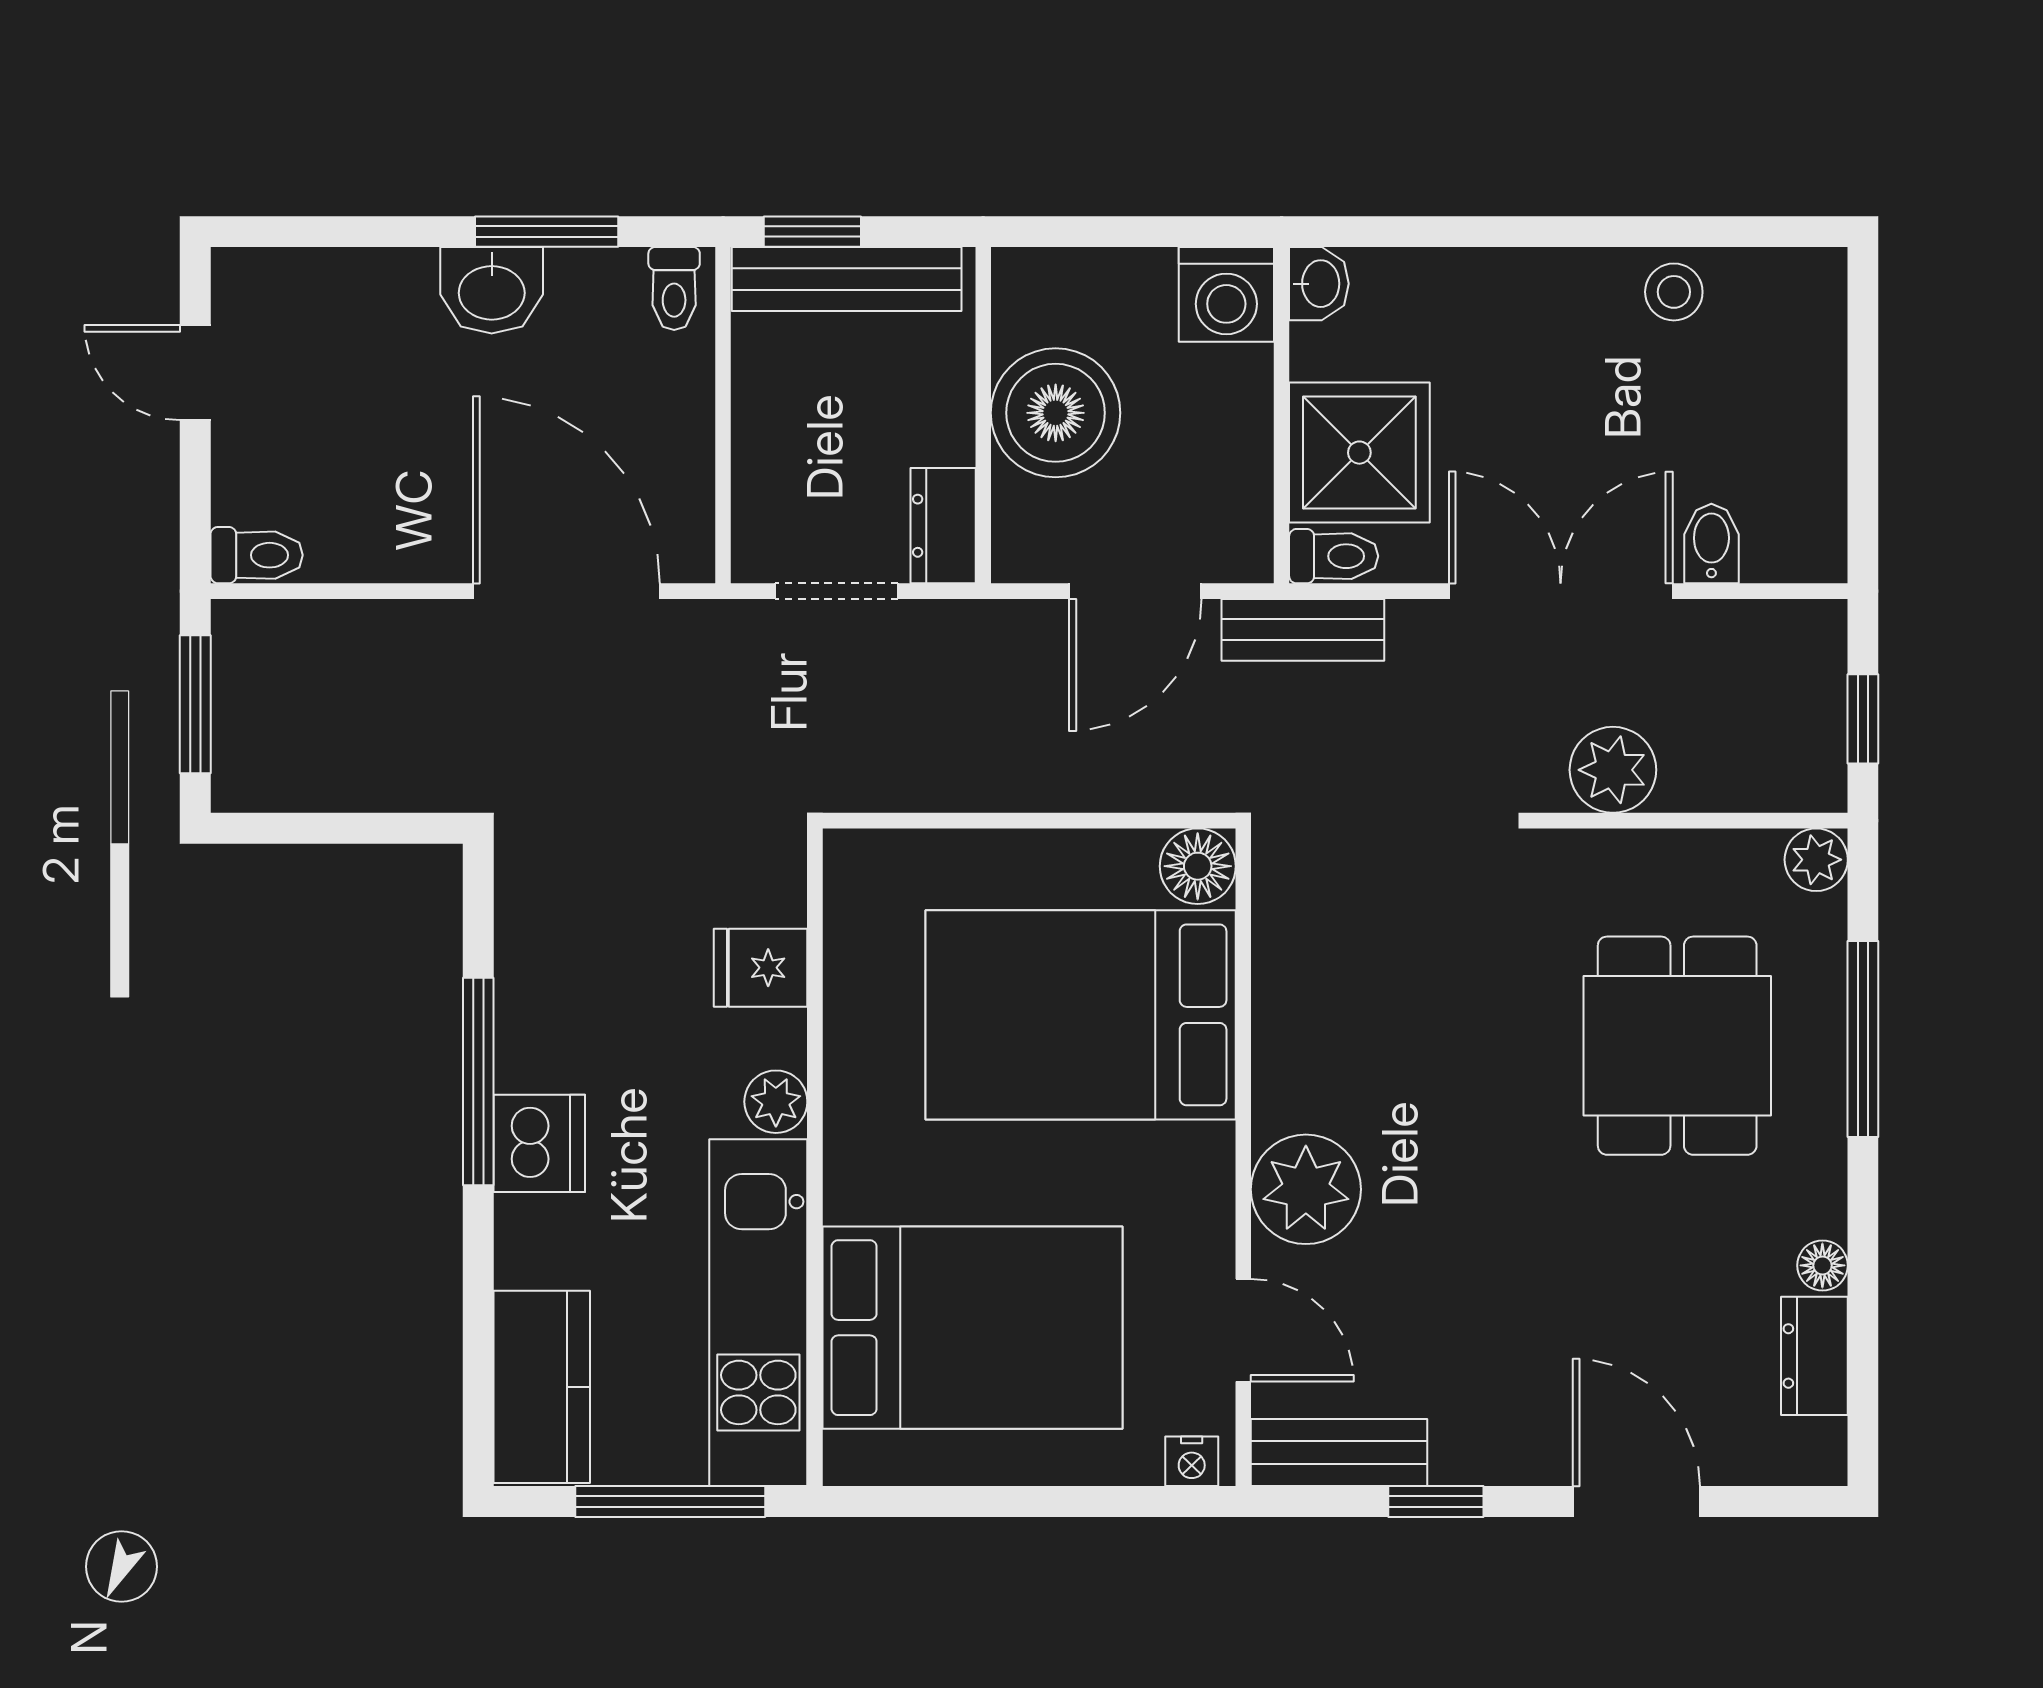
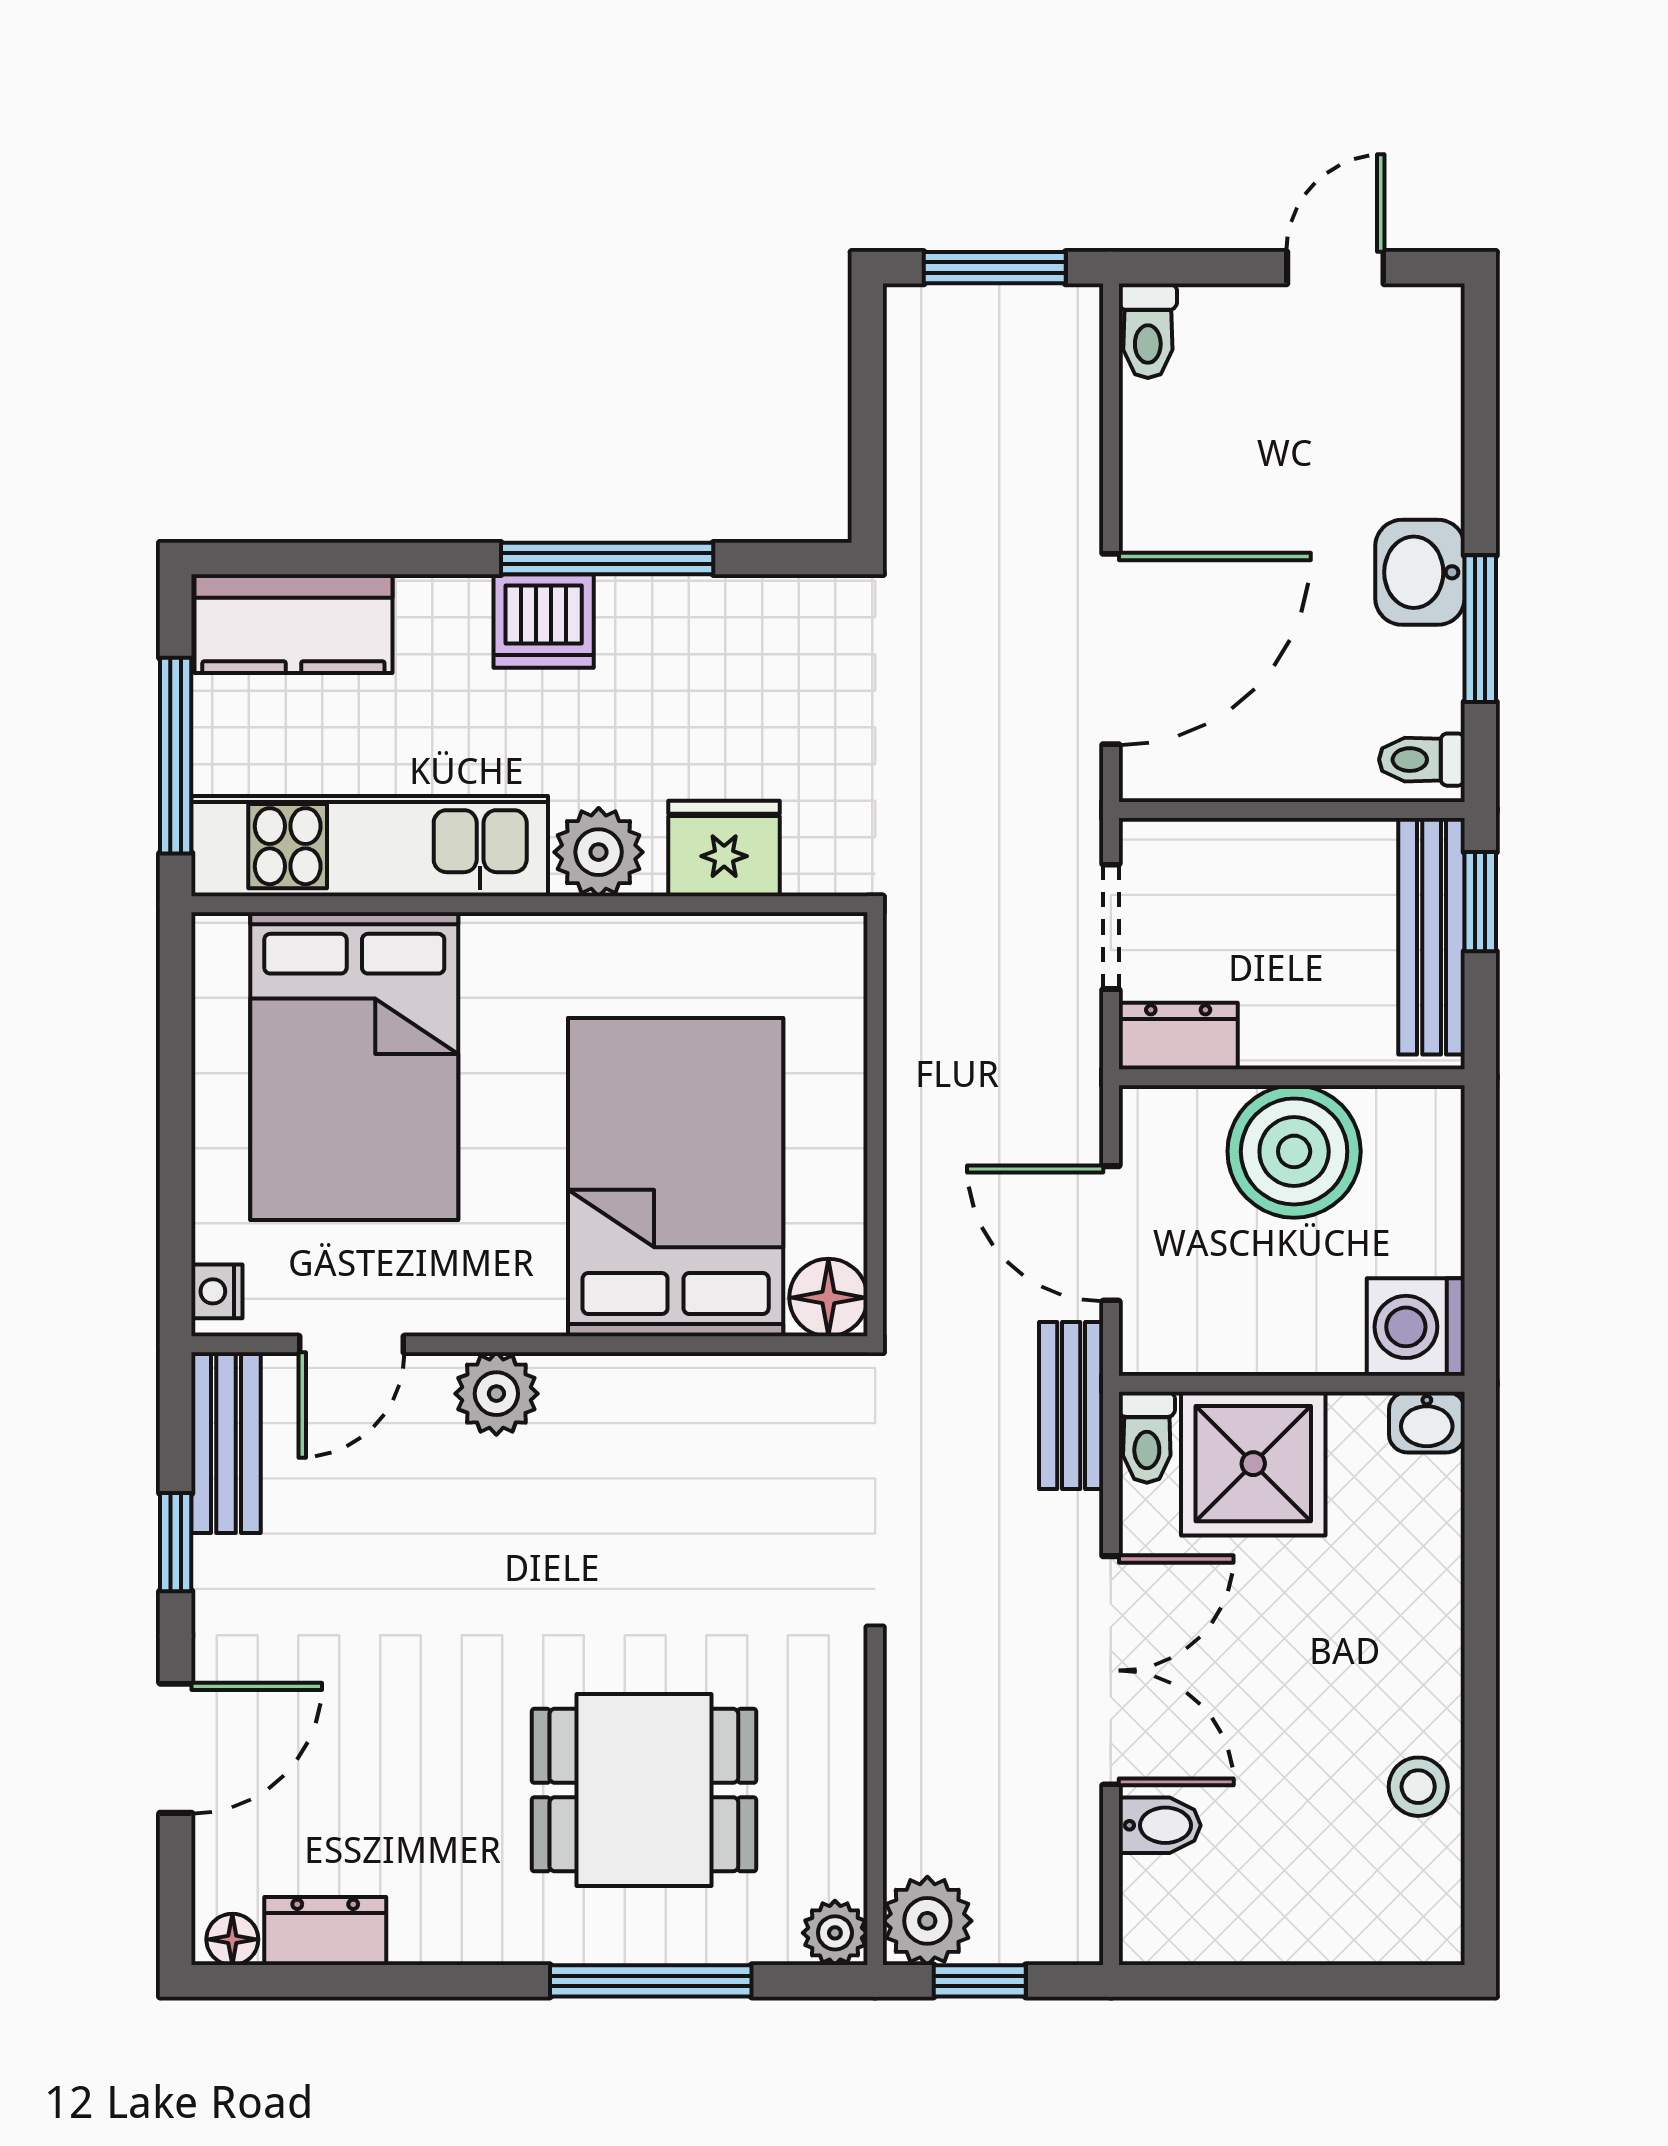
plant: (1613, 770) -> (927, 1921), moved
fridge: (761, 968) -> (724, 848), width x1.38
plant: (776, 1102) -> (599, 852), width x1.38, depth x1.38
plant: (1306, 1189) -> (496, 1394), width x0.73, depth x0.73
floor lamp: (1822, 1265) -> (232, 1939), moved

